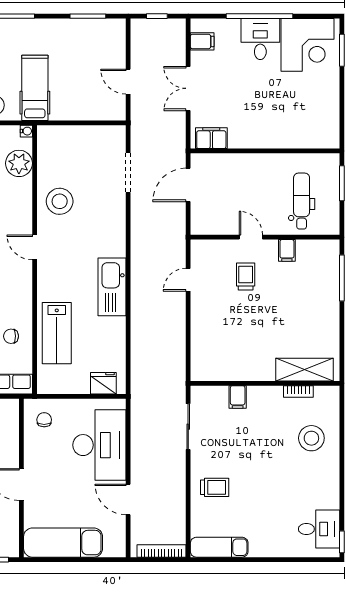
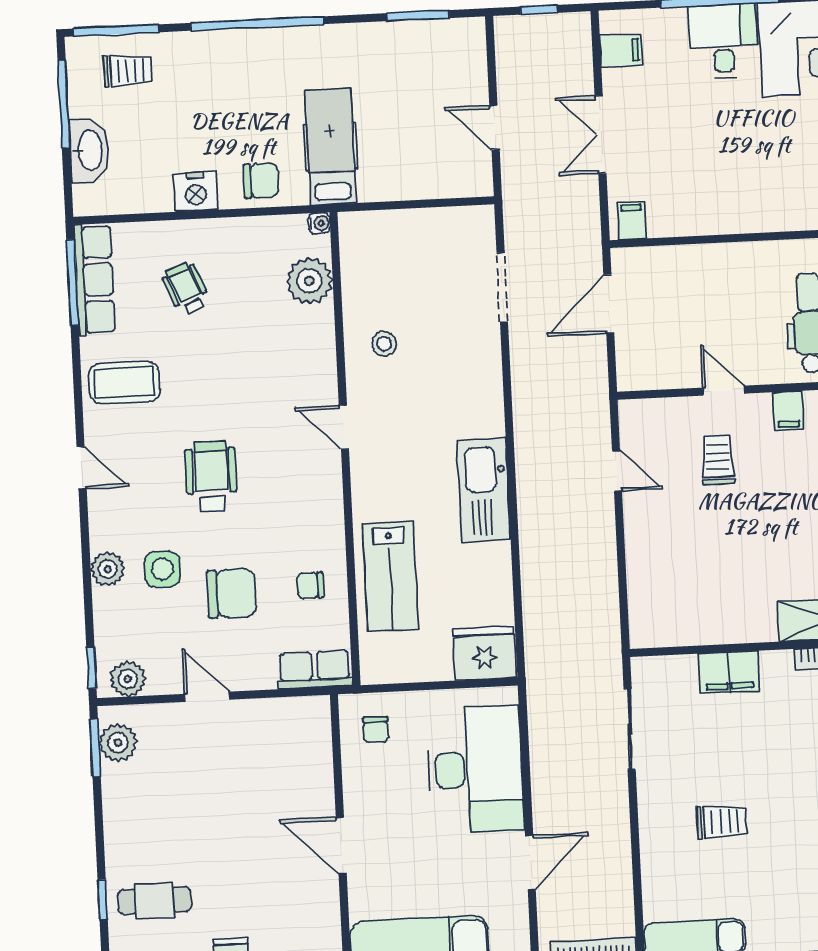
filing cabinet: (211, 138) -> (632, 221), width x0.50
stool: (60, 201) -> (384, 344), width x0.53, depth x0.53
door: (188, 280) -> (617, 471), swing flipped
fridge: (103, 383) -> (484, 653), width x1.36, depth x1.34
filing cabinet: (238, 397) -> (729, 672), width x2.00
chair: (44, 420) -> (376, 730), turned 180
trolley: (215, 487) -> (722, 822), moved
door: (128, 499) -> (530, 862), swing flipped

